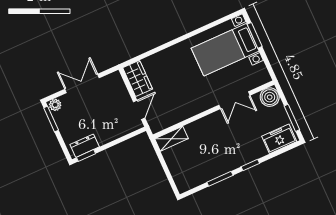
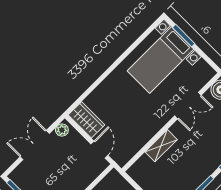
plant: (55, 105) -> (62, 130), moved
shelving: (172, 139) -> (161, 146), moved

